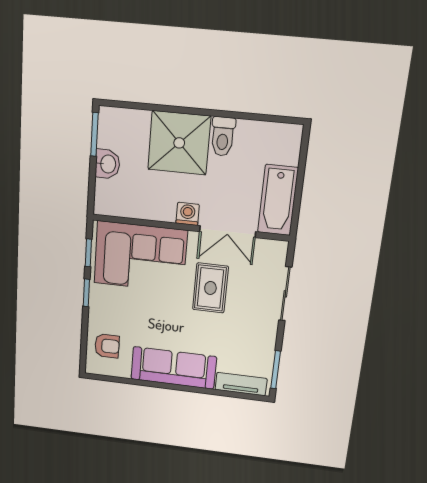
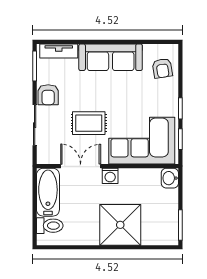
toilet: (223, 136) -> (50, 226), moved, turned 90
washbasin: (107, 164) -> (170, 178), moved
rug: (210, 288) -> (89, 123), turned 90
armchair: (262, 331) -> (48, 95), added
armchair: (107, 346) -> (162, 68), turned -99

